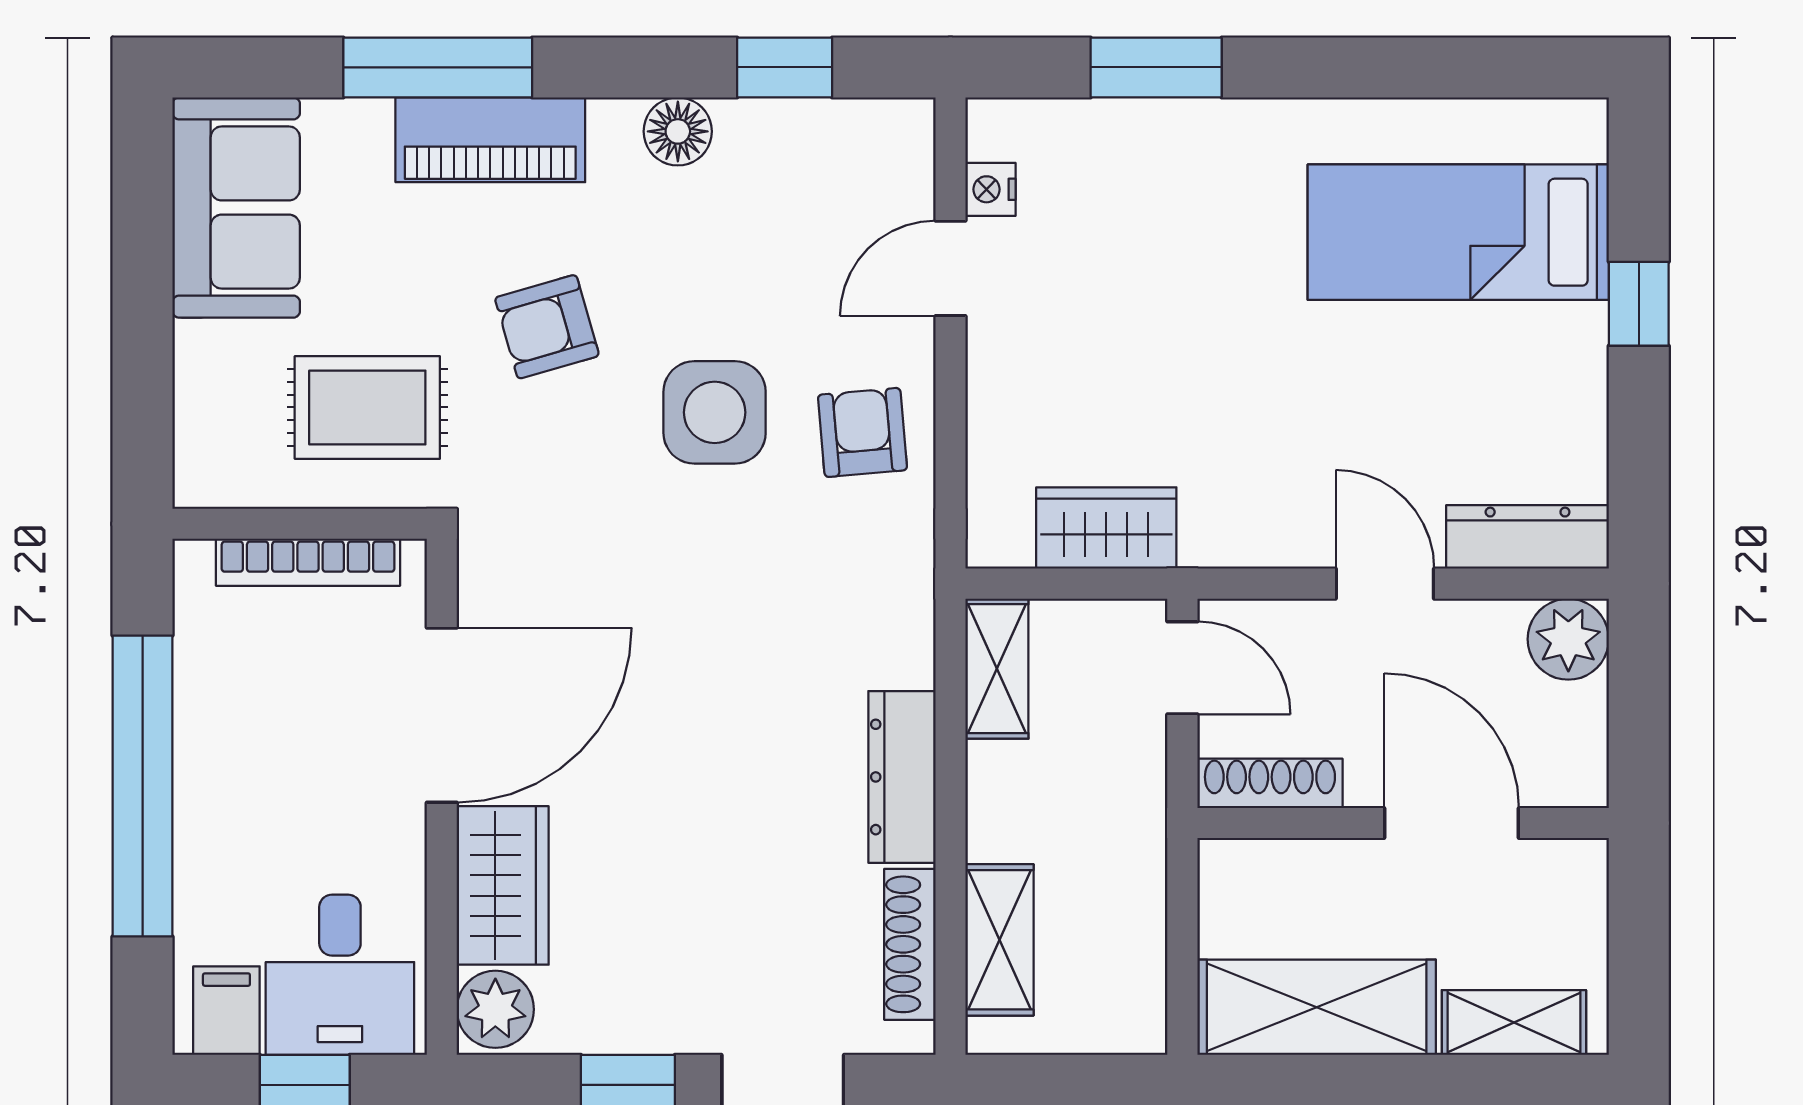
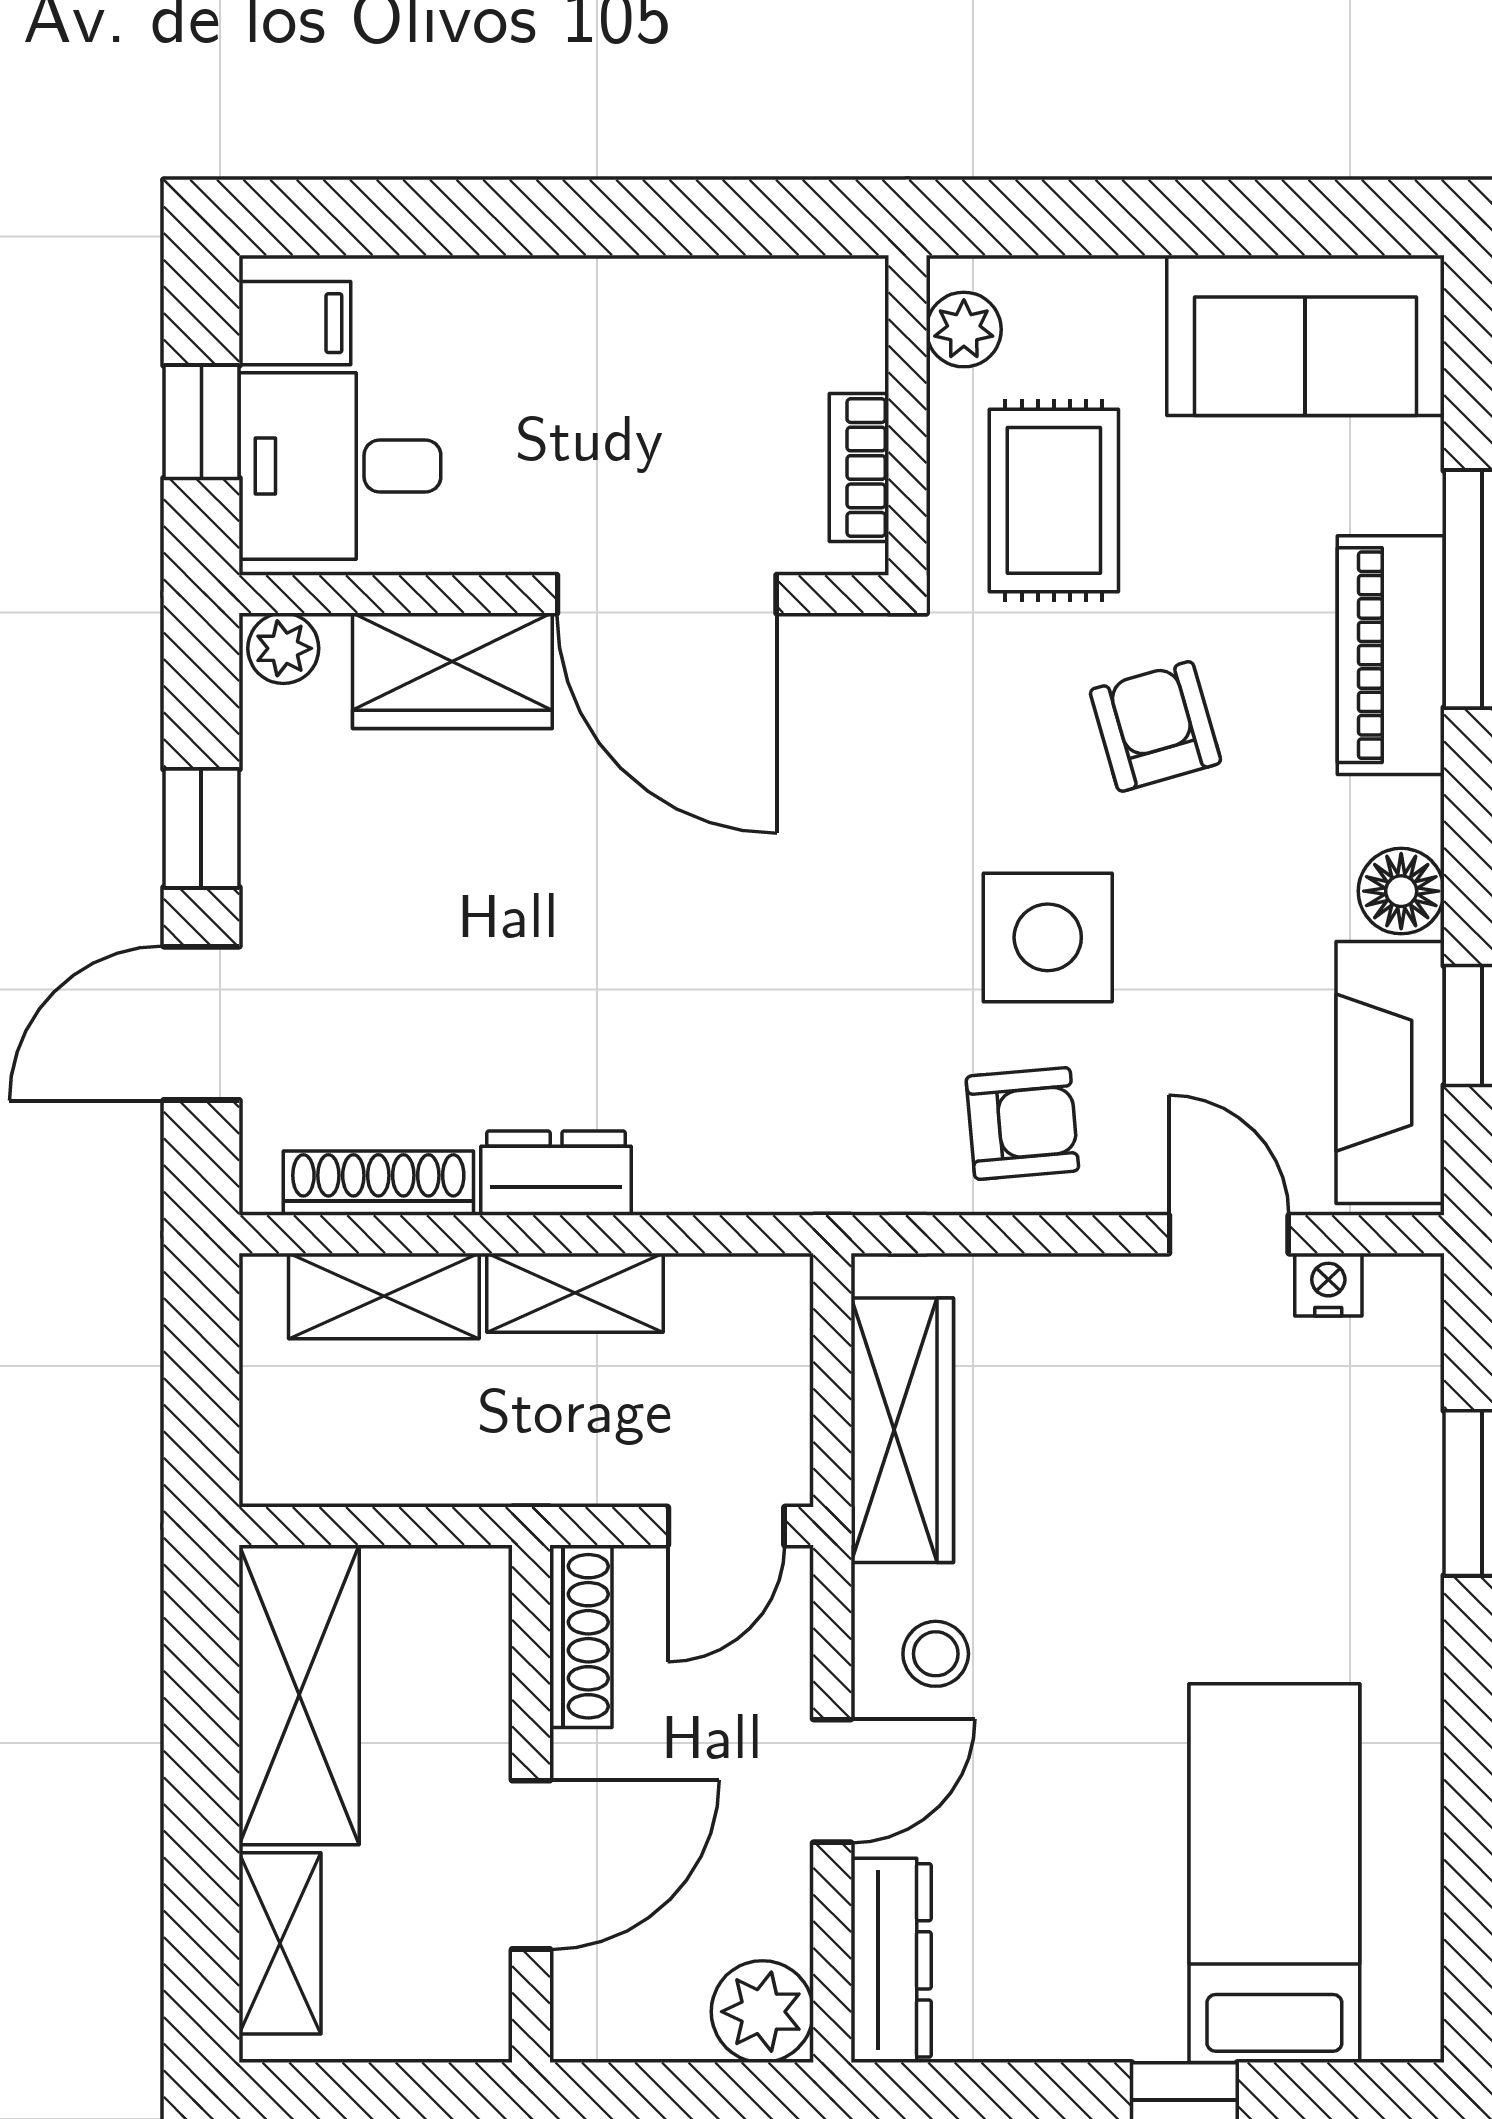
fireplace: (822, 140) -> (1390, 1073), added
plant: (232, 479) -> (964, 330), added
stool: (1284, 501) -> (936, 1654), added
wardrobe: (1106, 528) -> (902, 1430), width x1.50
bookcase: (308, 562) -> (859, 467), width x0.64
shelving: (997, 669) -> (575, 1293), moved
dresser: (902, 777) -> (556, 1173), width x0.70
window: (143, 786) -> (578, 218), removed
plant: (495, 1009) -> (283, 648), width x0.73, depth x0.73

